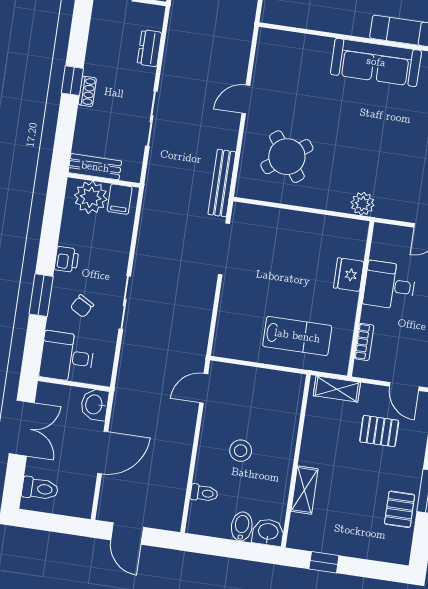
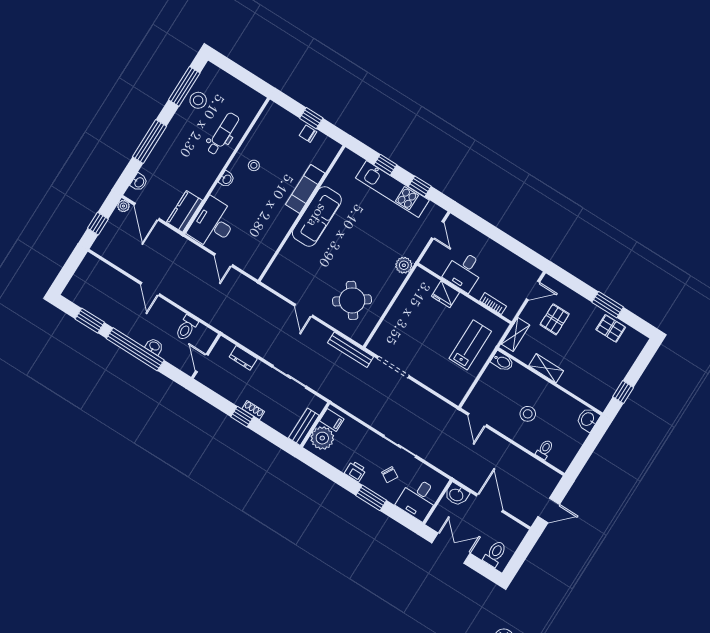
shelving: (304, 490) -> (546, 368), moved
bidet: (242, 526) -> (502, 361), moved, turned 180

